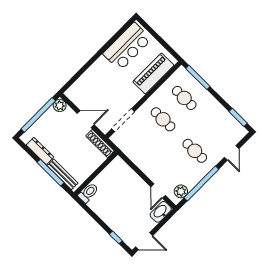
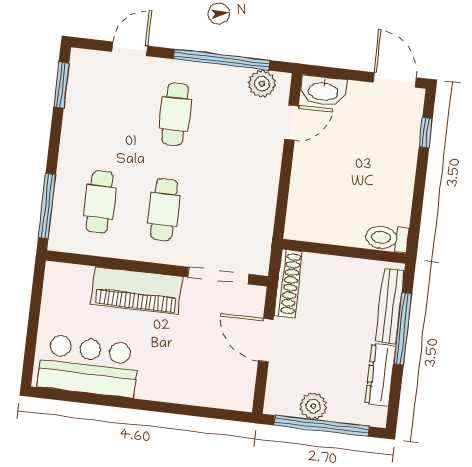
piano: (153, 74) -> (137, 290), moved
plant: (60, 106) -> (313, 406), moved

